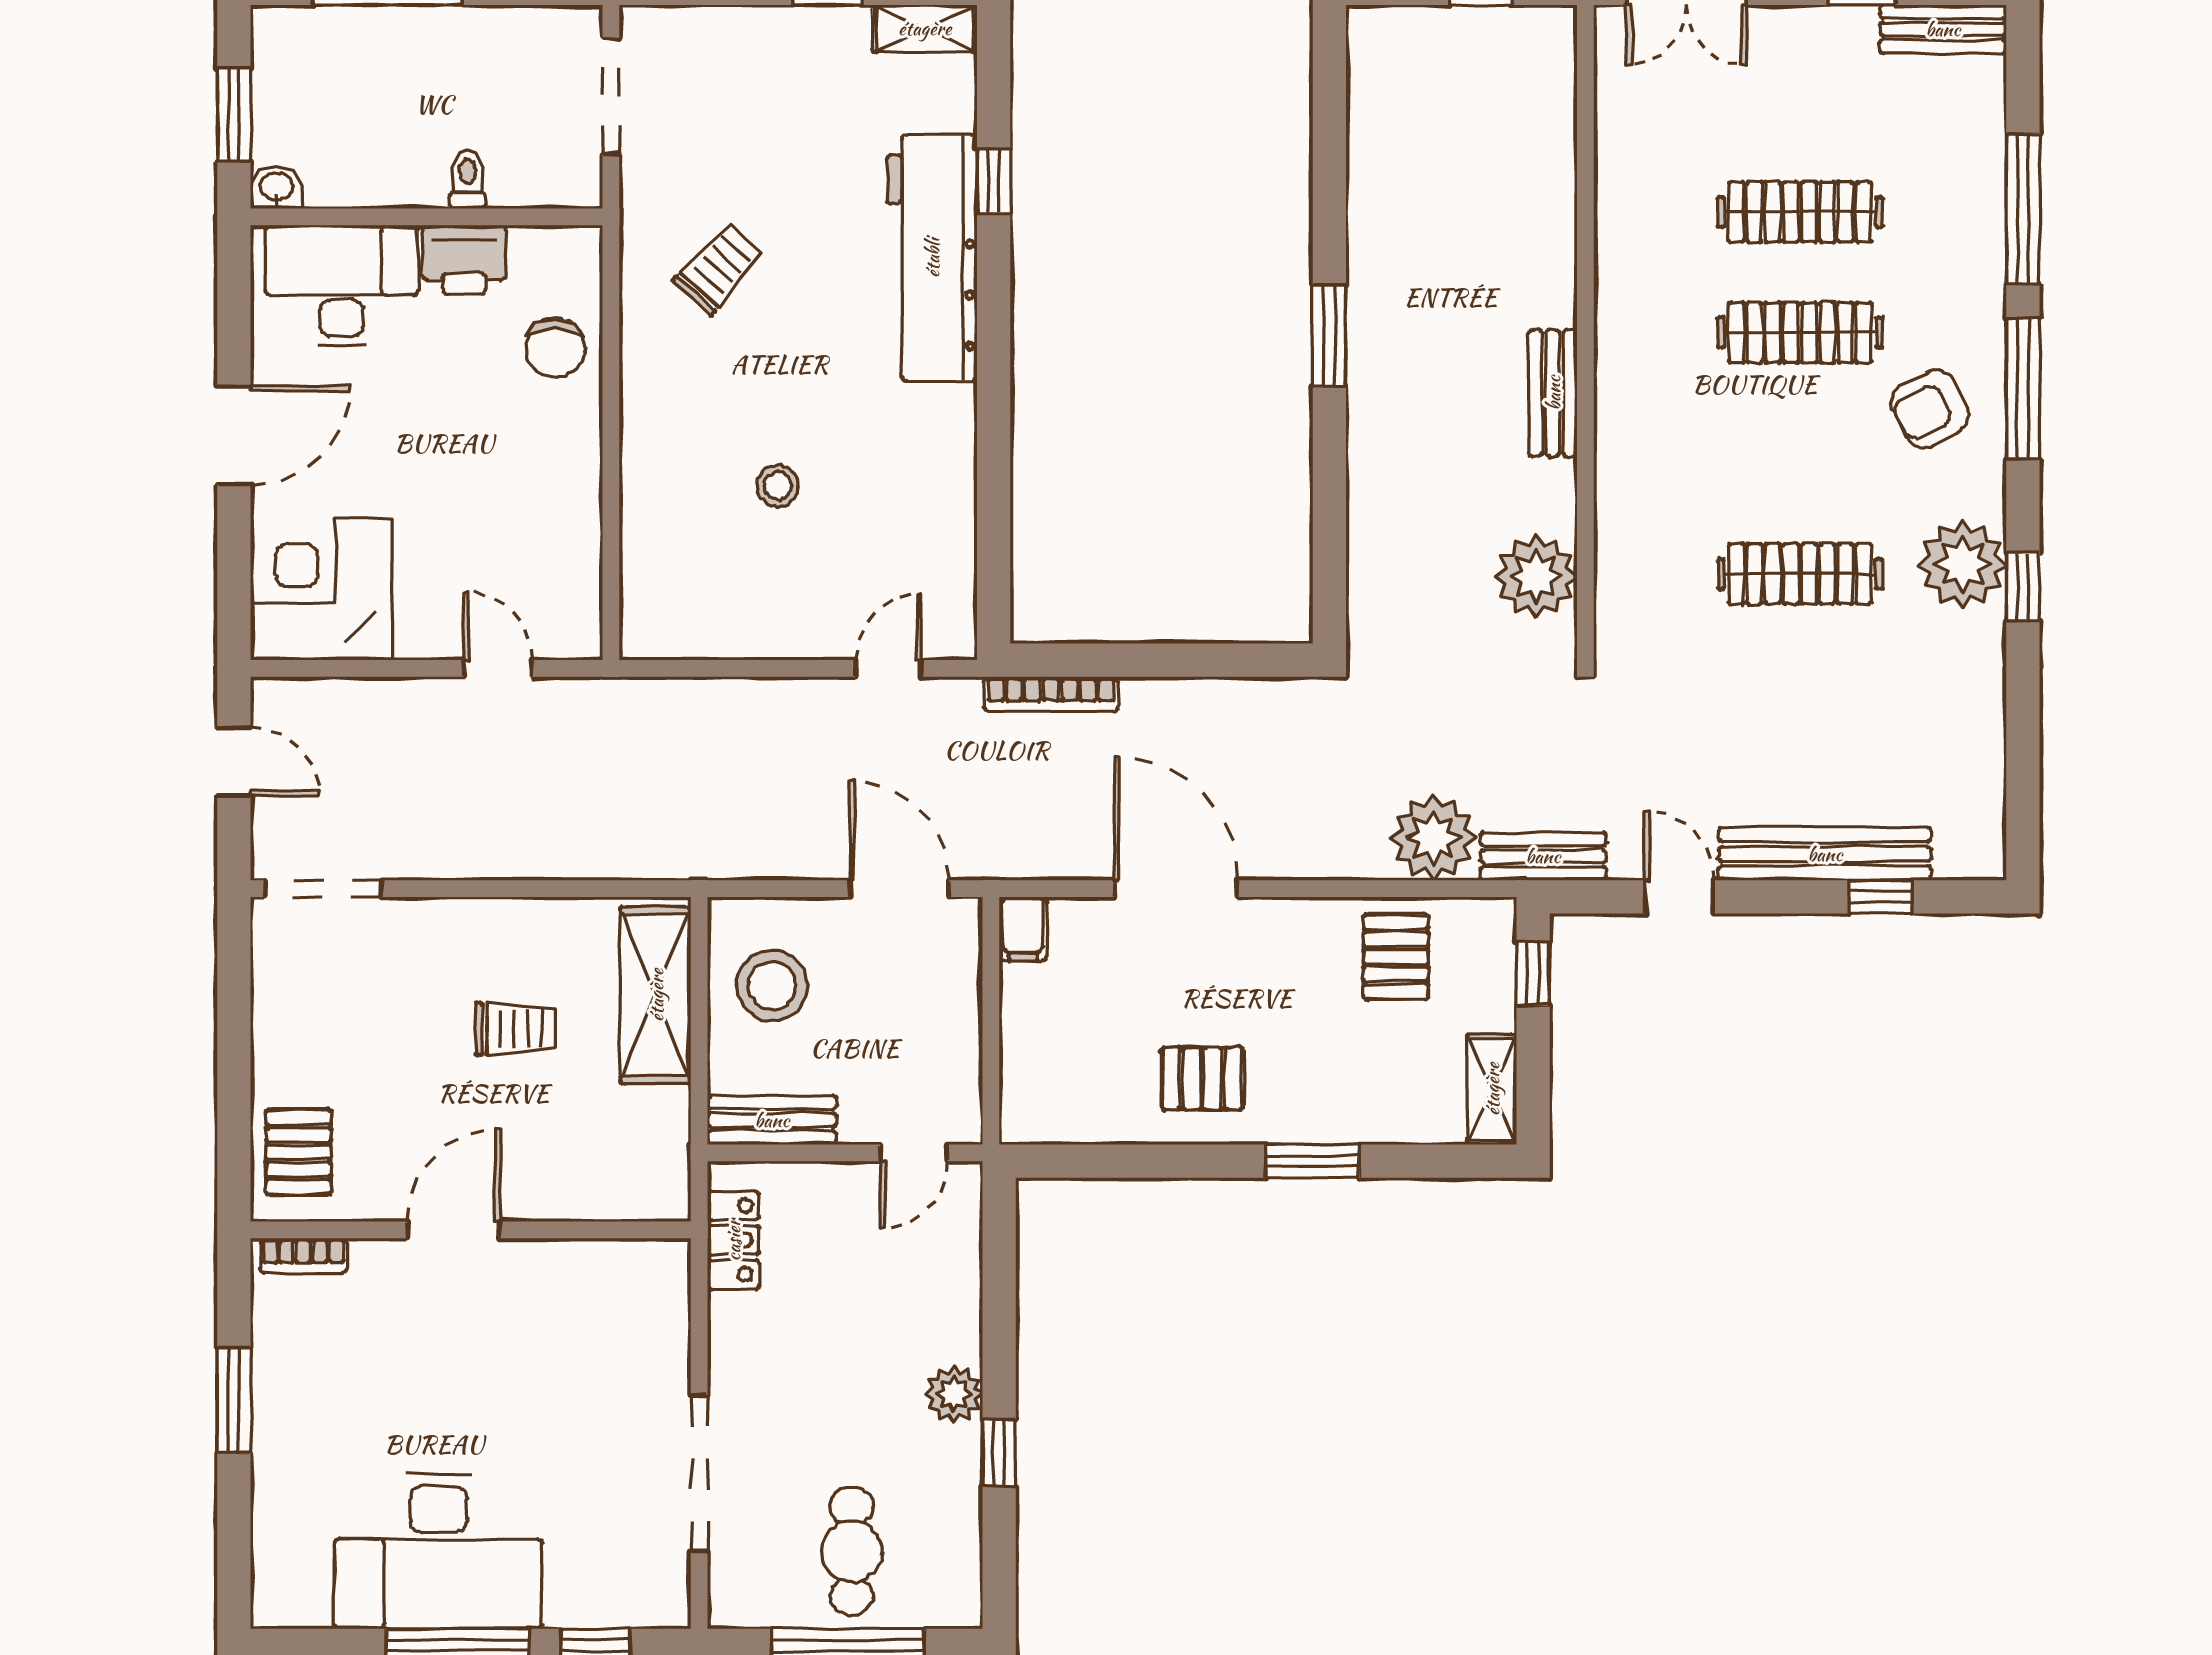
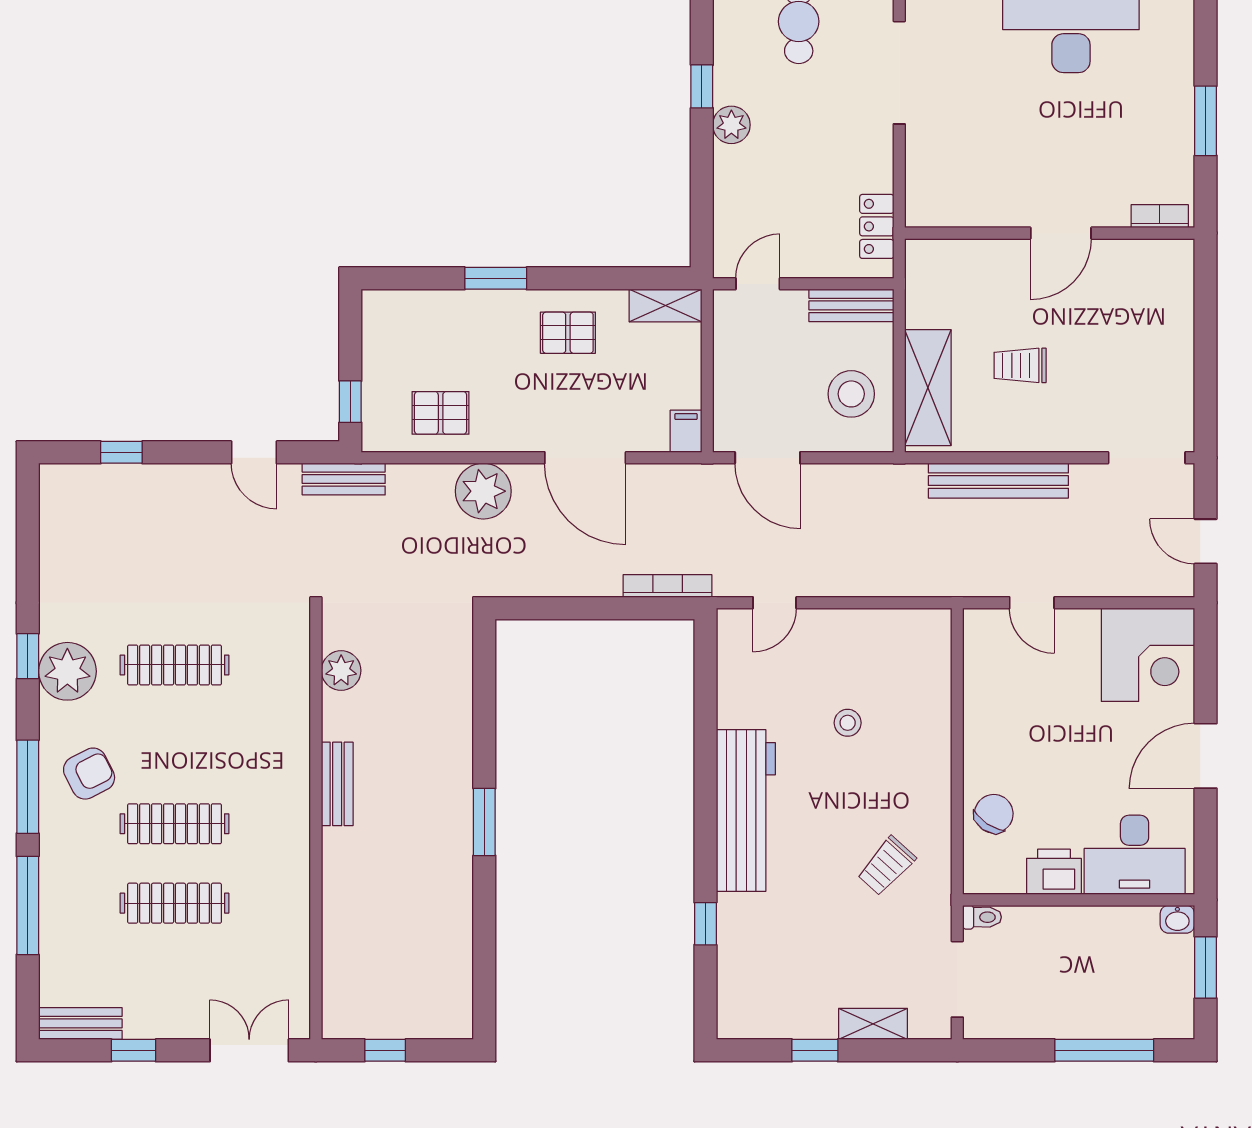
shelving: (925, 28) -> (873, 1024), moved
toilet: (468, 179) -> (982, 917), moved, turned -90
workbench: (932, 258) -> (746, 811), moved
chair: (555, 348) -> (994, 814), turned 34
plant: (1536, 576) -> (341, 671), width x0.73, depth x0.73
plant: (1433, 838) -> (483, 491), moved
bench: (1825, 854) -> (998, 481), moved
pallet: (1396, 957) -> (441, 413), turned 90
shelving: (1492, 1089) -> (666, 306), moved, turned 90
pallet: (299, 1152) -> (1163, 284), removed

